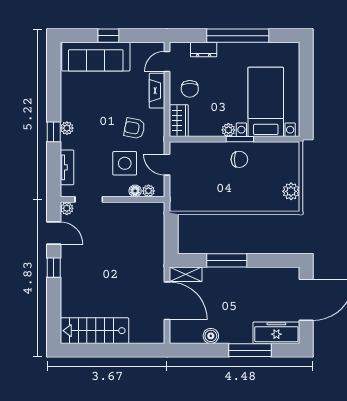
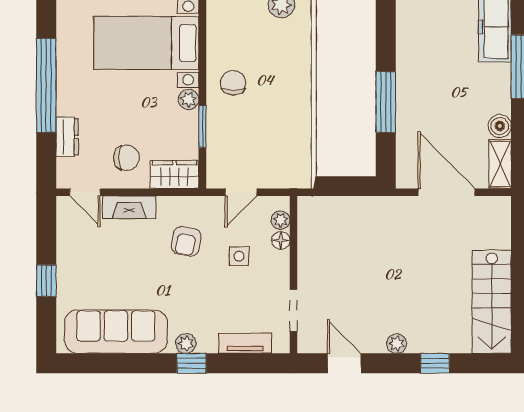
sofa: (96, 57) -> (116, 332), moved, turned -90
window: (240, 139) -> (202, 127), moved
side table: (125, 163) -> (239, 256), width x0.54, depth x0.54
plant: (67, 208) -> (397, 344), moved
door: (54, 233) -> (344, 363), hinge flipped
window: (54, 268) -> (435, 363), moved
shelving: (186, 274) -> (500, 164), moved
door: (167, 301) -> (447, 192), hinge flipped

